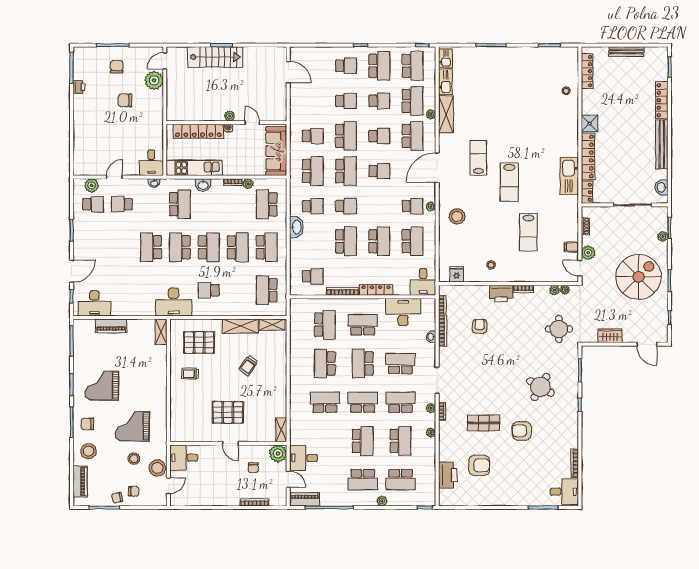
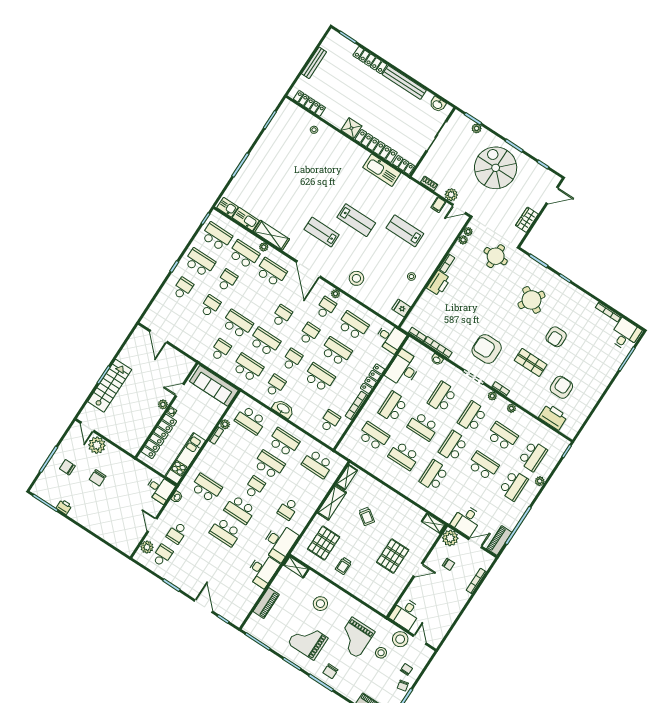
door: (288, 72) -> (158, 337), swing flipped
school desk: (379, 136) -> (309, 334), moved
washbasin: (203, 185) -> (203, 460), removed
lab bench: (528, 232) -> (405, 231), turned 180
school desk: (209, 247) -> (255, 487), width x0.54
desk: (94, 303) -> (262, 570), moved
armchair: (480, 326) -> (487, 349), moved, width x1.88, depth x1.88
grand piano: (102, 386) -> (308, 641), turned 90
shop shelf: (484, 423) -> (531, 362), turned 90
stool: (89, 451) -> (320, 604), moved

